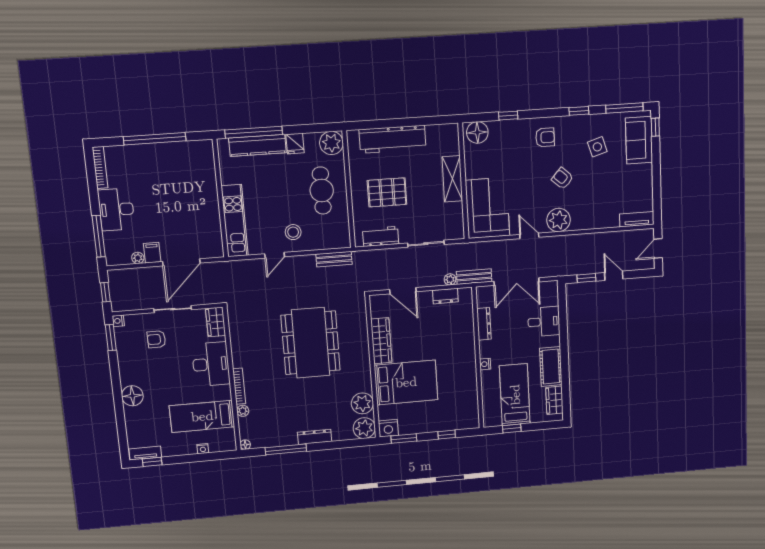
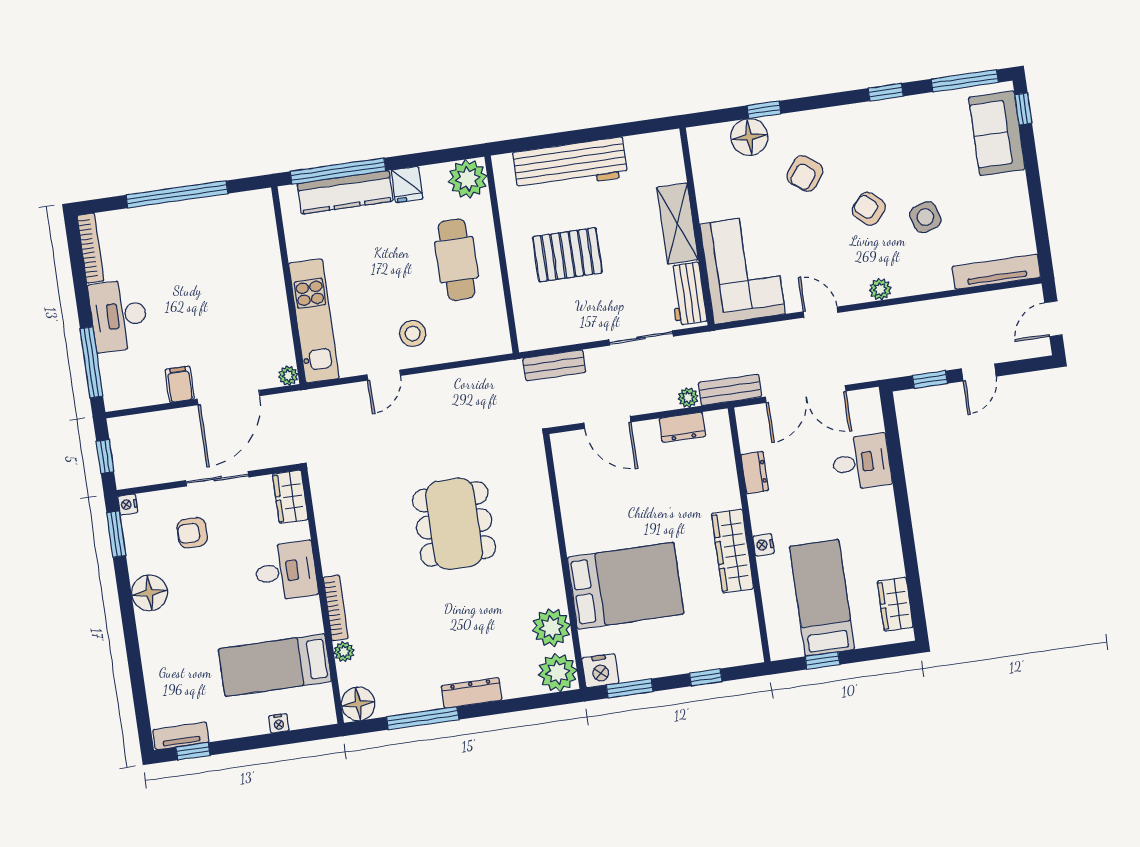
floor lamp: (477, 132) -> (749, 137), moved
armchair: (545, 137) -> (805, 173), moved, turned 127
side table: (597, 147) -> (925, 217), moved
tv unit: (637, 219) -> (996, 272), width x1.41
plant: (558, 220) -> (880, 289), width x0.53, depth x0.53
workbench: (381, 236) -> (688, 294), moved, turned -90
plant: (138, 258) -> (288, 376), moved
bench: (334, 259) -> (554, 365), moved
door: (614, 276) -> (979, 372), swing flipped
dresser: (484, 324) -> (755, 473), width x0.70
wardrobe: (381, 341) -> (733, 551), moved, turned 180
dining table: (311, 343) -> (454, 524), width x0.73, depth x0.80
desk: (211, 364) -> (286, 571), width x0.73
cot: (551, 367) -> (882, 543), removed
floor lamp: (132, 396) -> (150, 593), moved
floor lamp: (245, 445) -> (358, 704), width x1.89, depth x1.89

